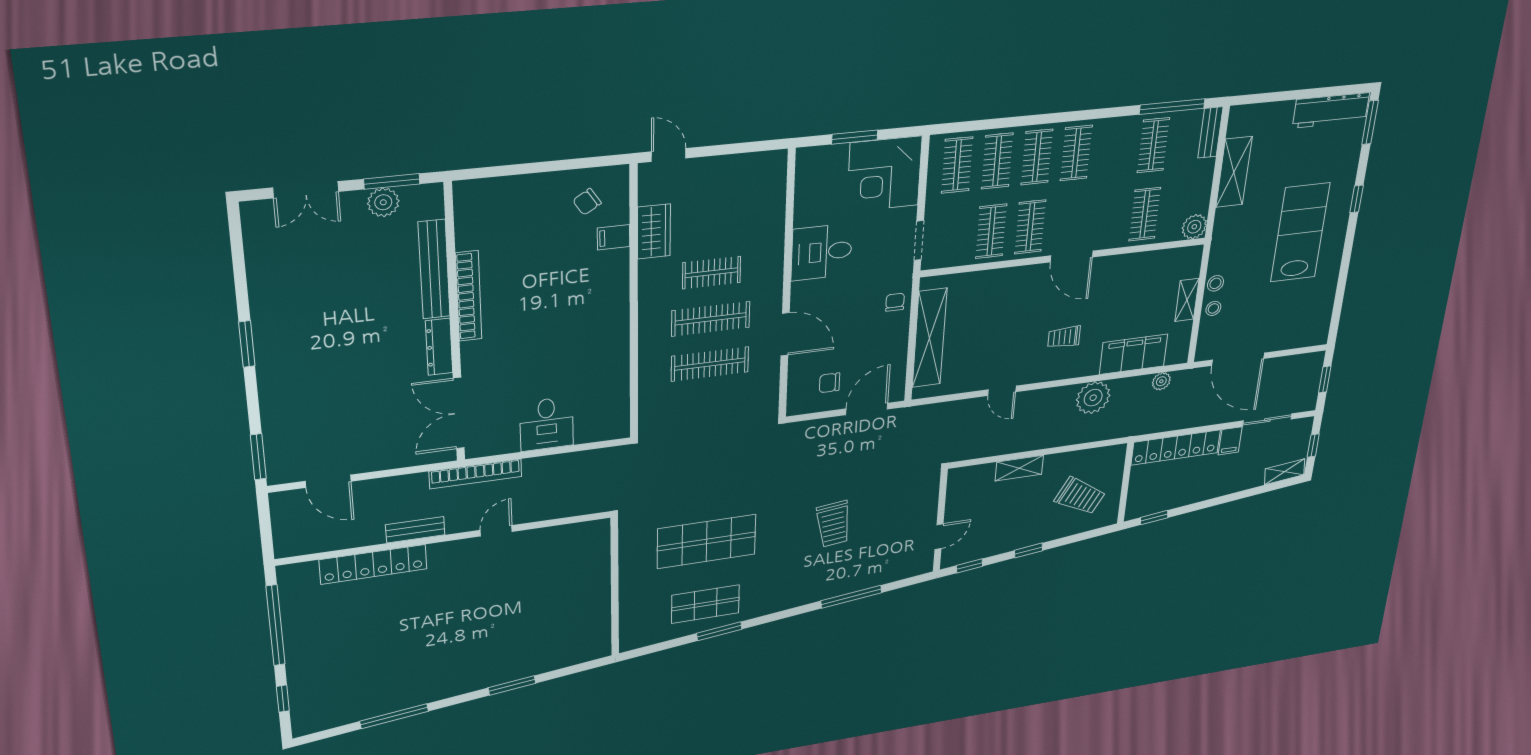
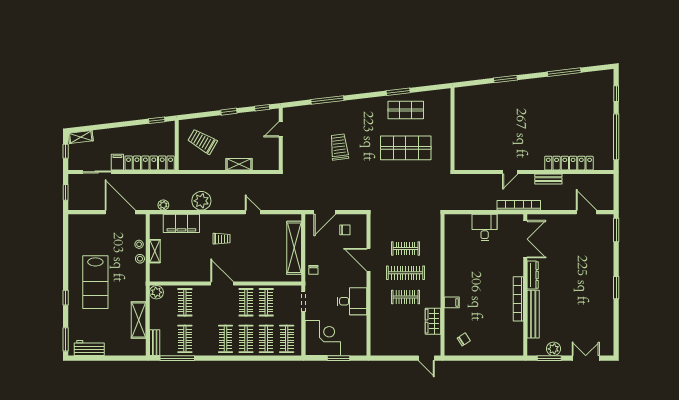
workbench: (1331, 110) -> (89, 348), width x0.73
filing cabinet: (614, 237) -> (452, 302), moved
clothes rail: (710, 364) -> (406, 249), width x0.73

